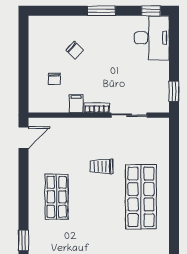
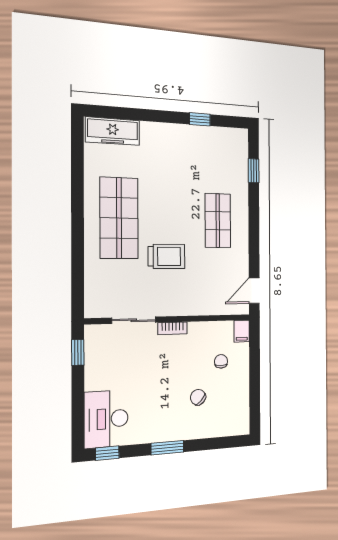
filing cabinet: (76, 104) -> (242, 331), moved
trolley: (102, 166) -> (167, 256), width x1.36, depth x1.39

